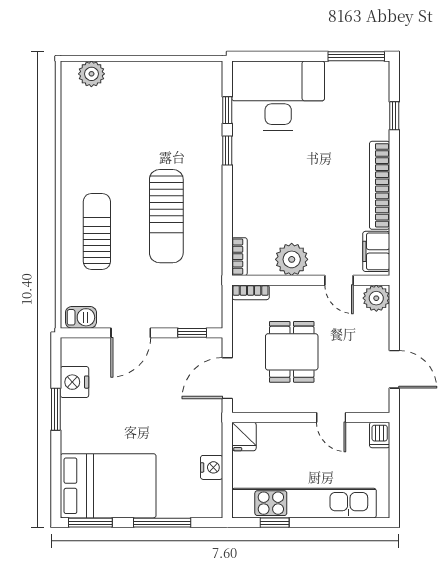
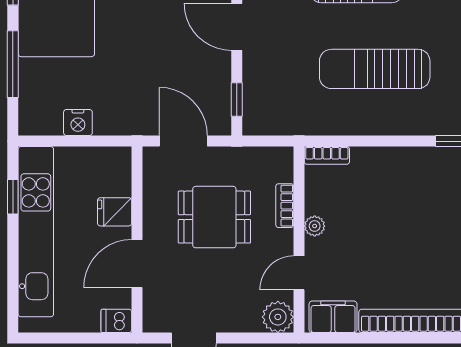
plant: (292, 259) -> (315, 226), width x0.53, depth x0.53
bookcase: (251, 292) -> (285, 206), moved
door: (331, 417) -> (137, 264), width x1.38
fridge: (244, 436) -> (115, 212), moved

